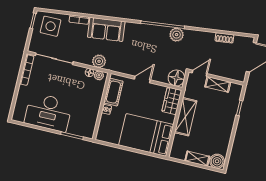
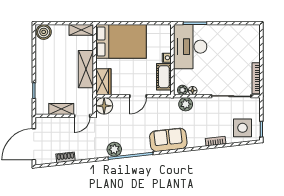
sofa: (106, 29) -> (168, 140), moved
desk: (48, 112) -> (190, 47), moved, turned -90
shelving: (197, 159) -> (81, 30), moved

